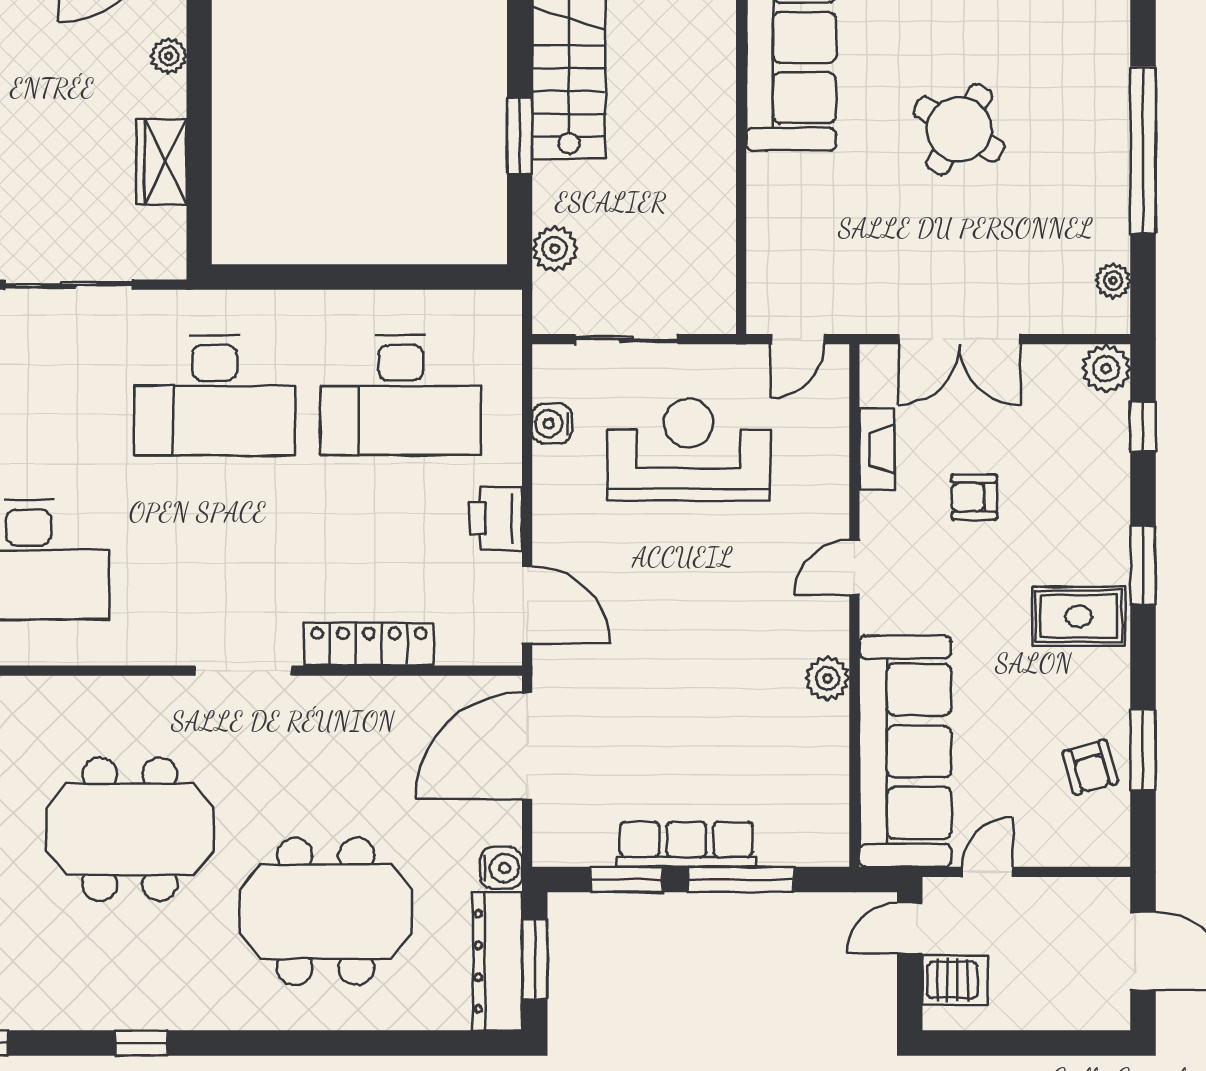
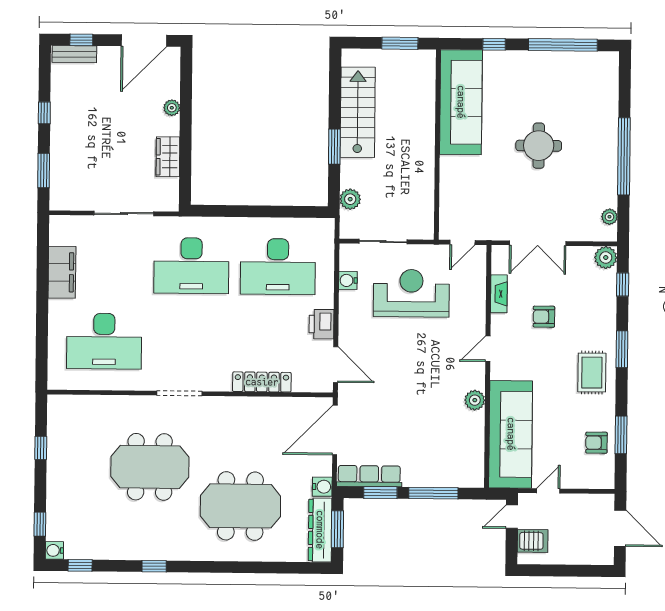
round table: (959, 129) -> (539, 146), turned -31
rug: (1079, 616) -> (592, 373), turned 90
doorway: (244, 671) -> (180, 393), moved
armchair: (1090, 767) -> (596, 443), turned 106
row of seats: (686, 844) -> (369, 476), moved

